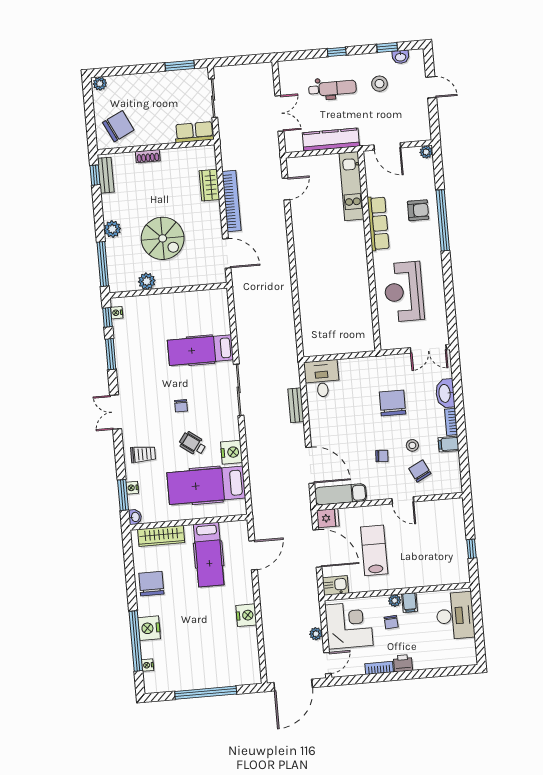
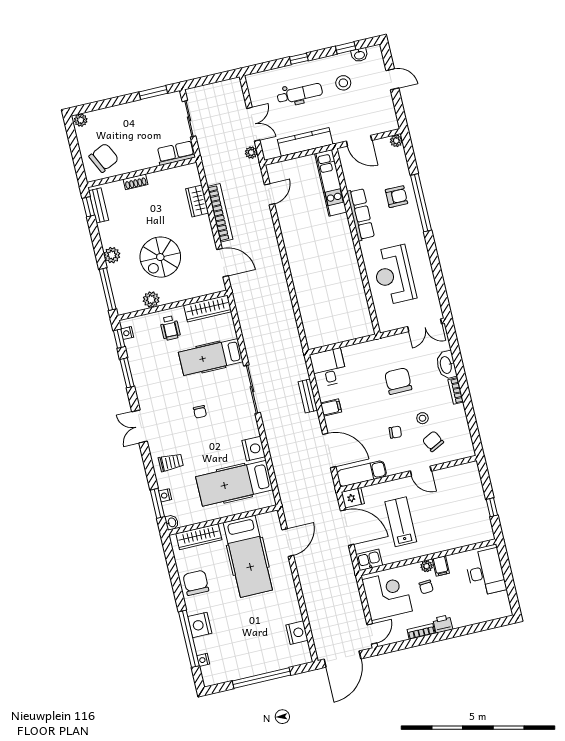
spiral stairs: (163, 238) -> (160, 257), turned 90
wardrobe: (204, 299) -> (208, 308), added
wheelchair: (193, 444) -> (170, 328), moved, turned -126
filing cabinet: (449, 444) -> (331, 407), moved, turned 180
hospital bed: (209, 555) -> (248, 556), width x1.37, depth x1.29
nightstand: (246, 615) -> (297, 633), moved
plant: (316, 634) -> (251, 153), moved

